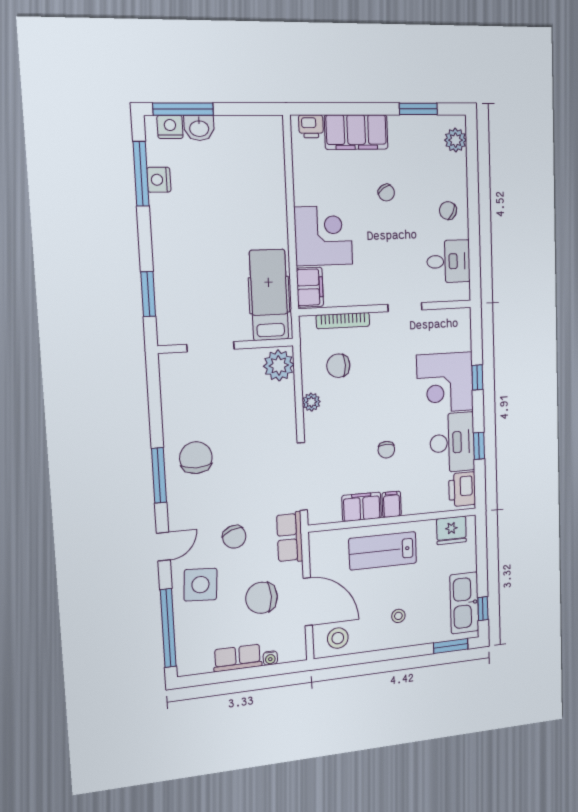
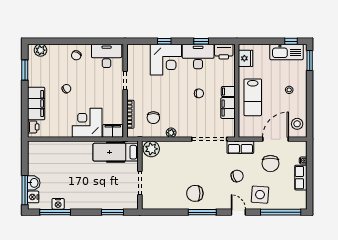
desk: (448, 261) -> (107, 56), width x1.37

